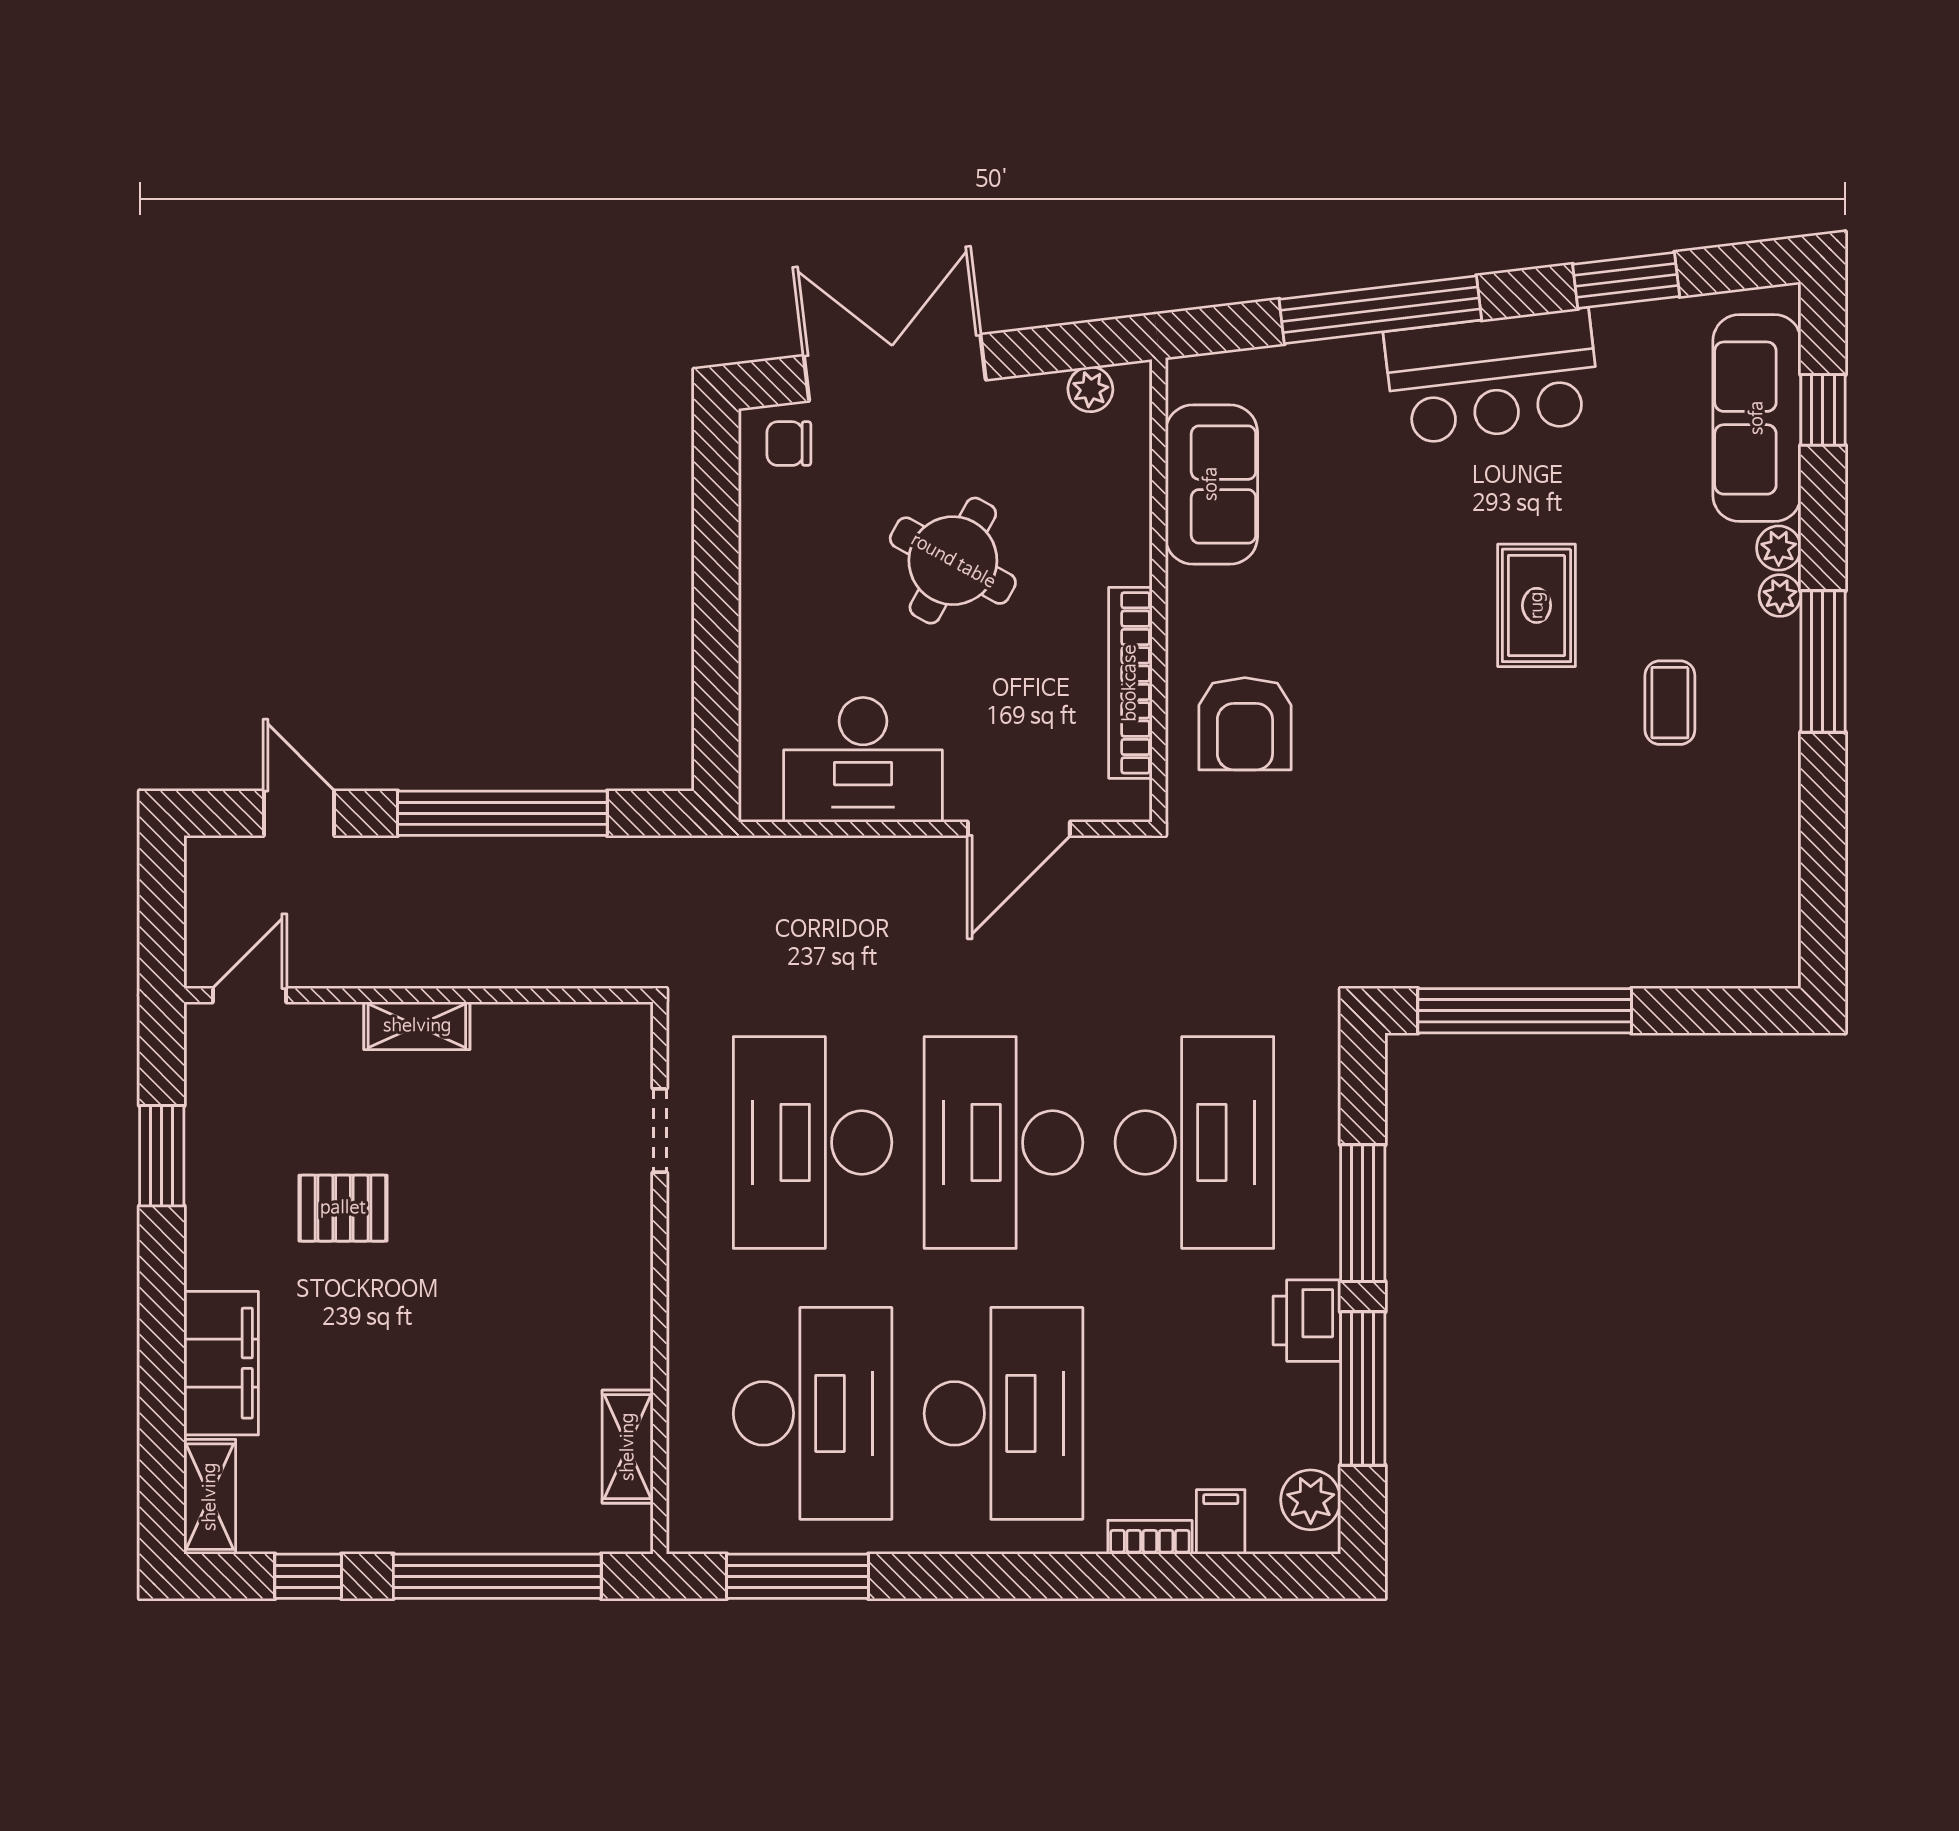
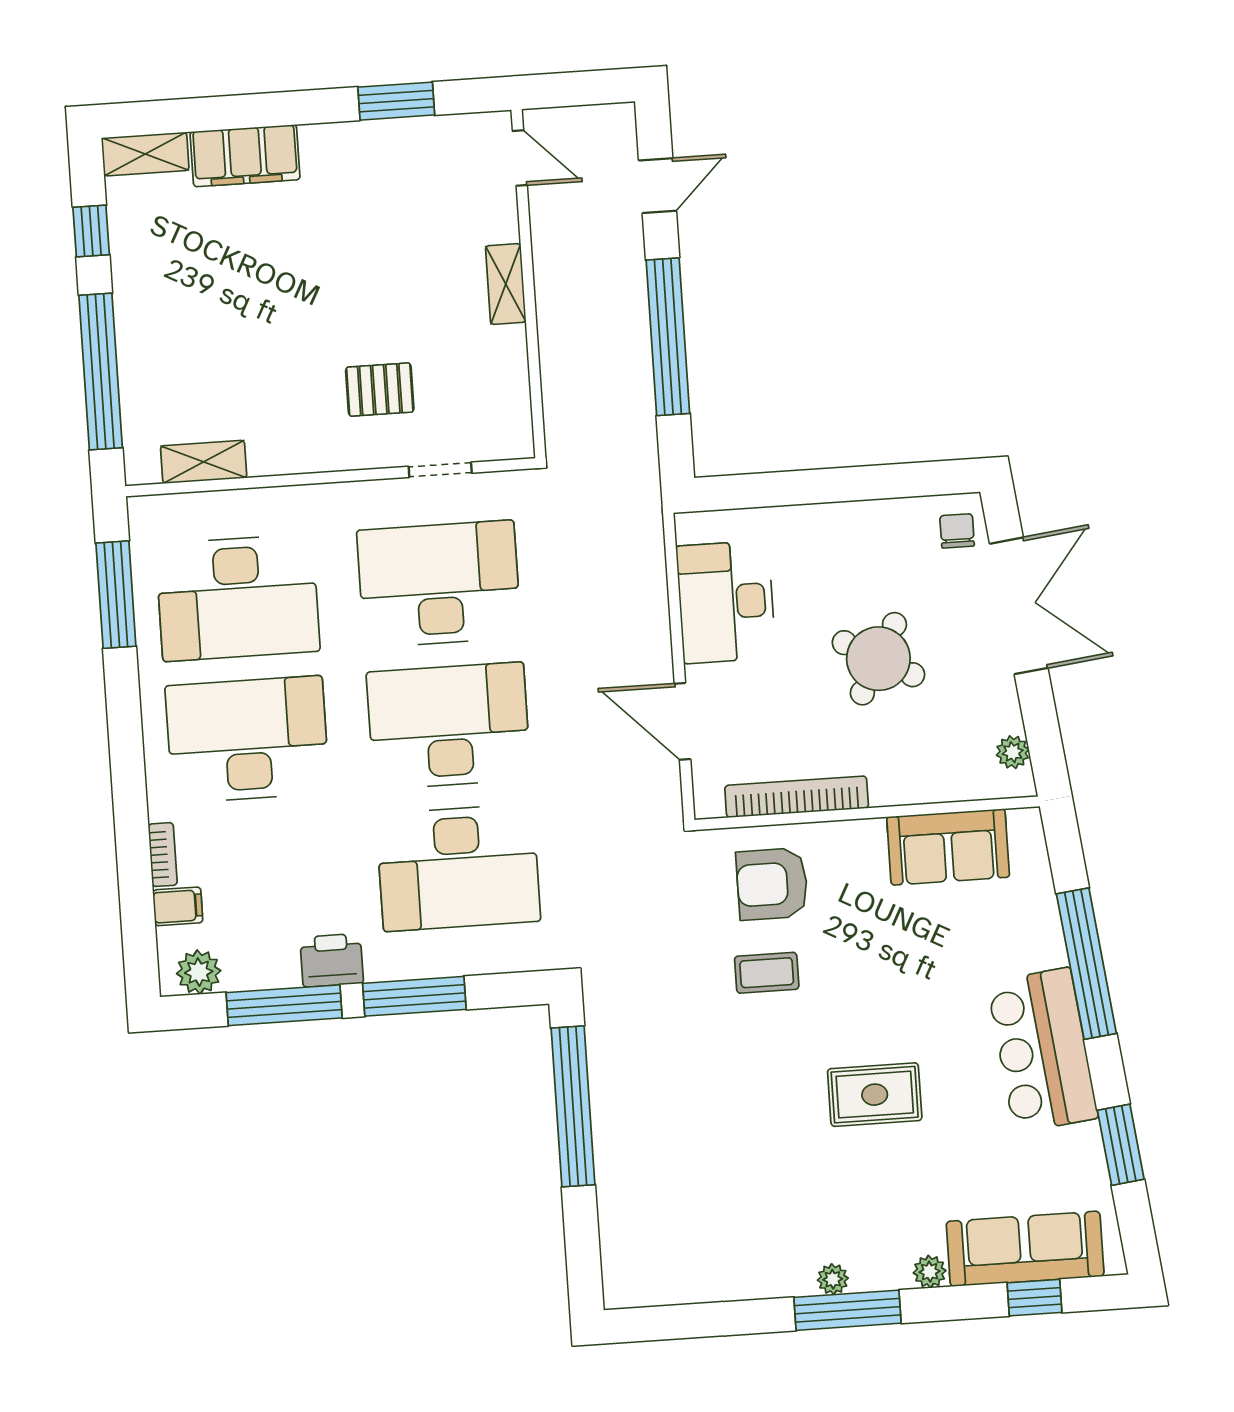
plant: (1780, 595) -> (833, 1279), moved
coffee table: (1670, 703) -> (767, 973), moved
pallet: (343, 1208) -> (380, 390), moved, turned 90
desk: (1003, 1413) -> (247, 739), turned 180

